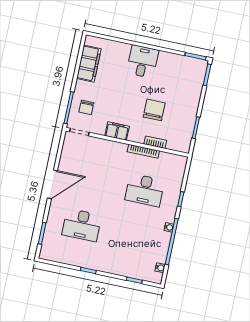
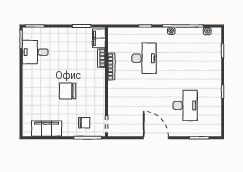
desk: (143, 62) -> (35, 52), moved
chair: (154, 110) -> (68, 91), moved
filing cabinet: (117, 131) -> (99, 38), moved

